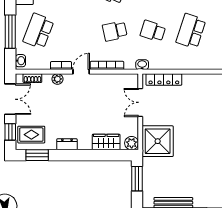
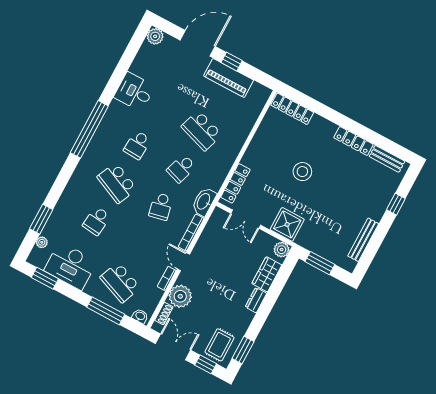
washbasin: (142, 65) -> (204, 202), width x1.91, depth x1.45
plant: (57, 79) -> (180, 296), width x1.88, depth x1.88
stool: (201, 127) -> (302, 172), added
shower: (158, 141) -> (287, 224), width x0.73, depth x0.73
dresser: (67, 144) -> (256, 300), moved

